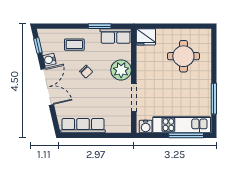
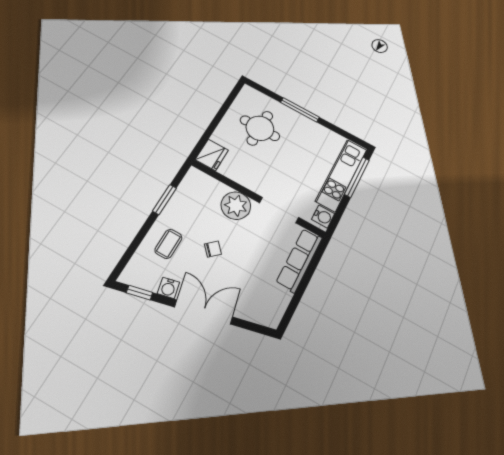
row of seats: (116, 36) -> (189, 188), removed
window: (214, 99) -> (300, 110), moved
row of seats: (83, 126) -> (299, 260), moved

